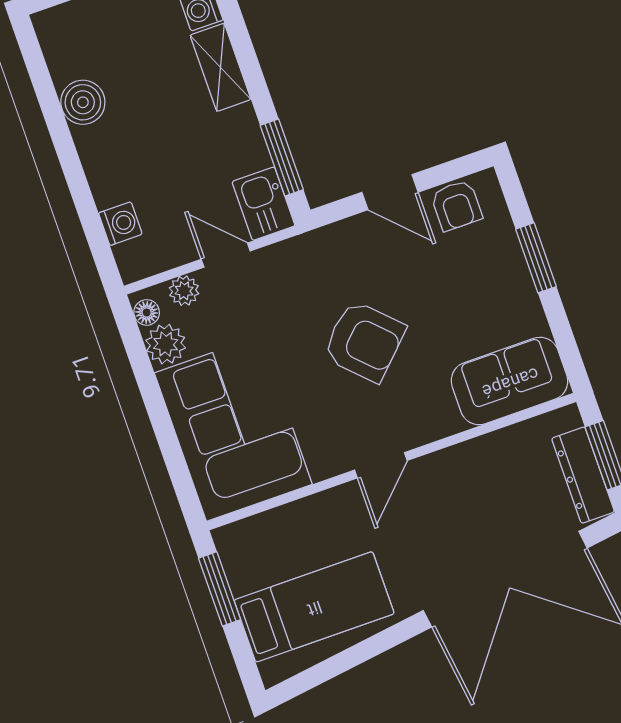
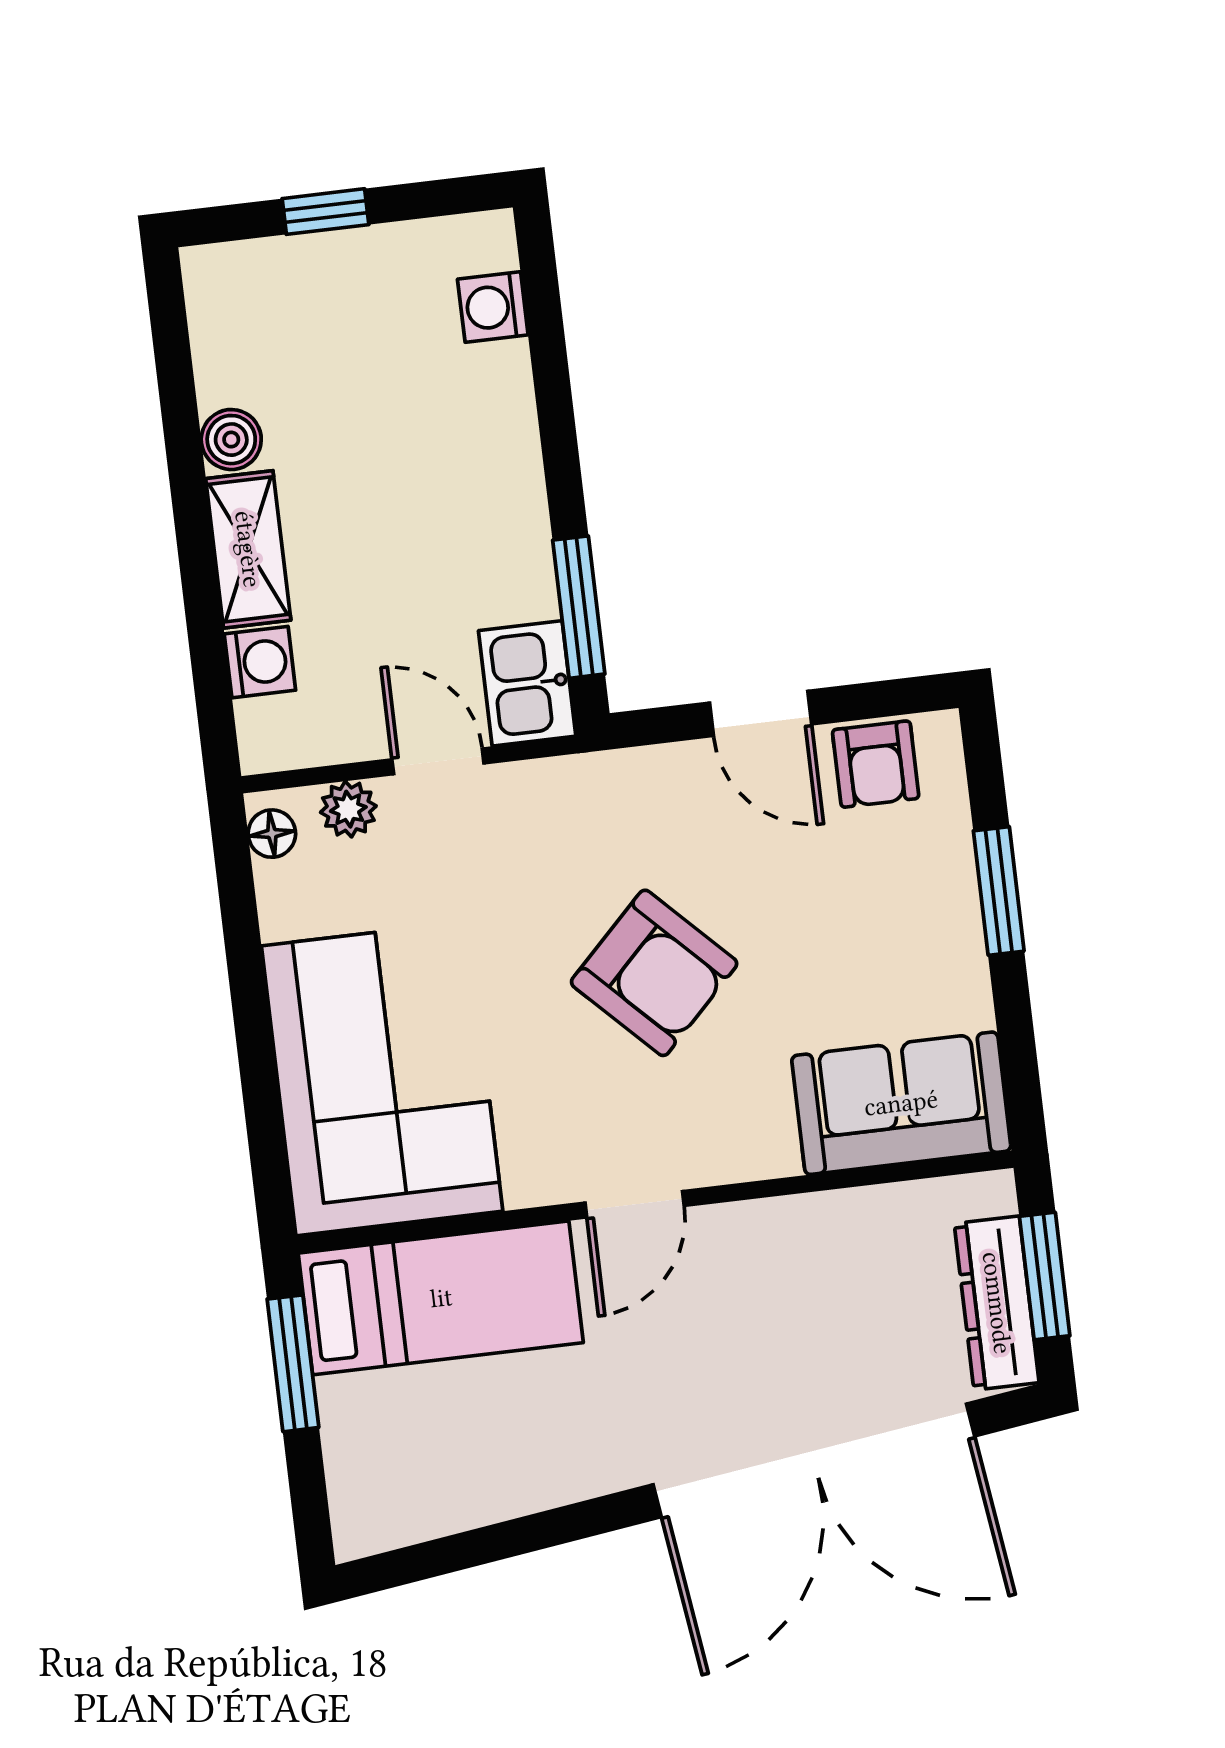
shelving: (221, 67) -> (248, 549), moved
boiler: (83, 102) -> (231, 440), width x0.73, depth x0.73
plant: (166, 344) -> (294, 898), removed
bed: (314, 607) -> (441, 1298), moved

